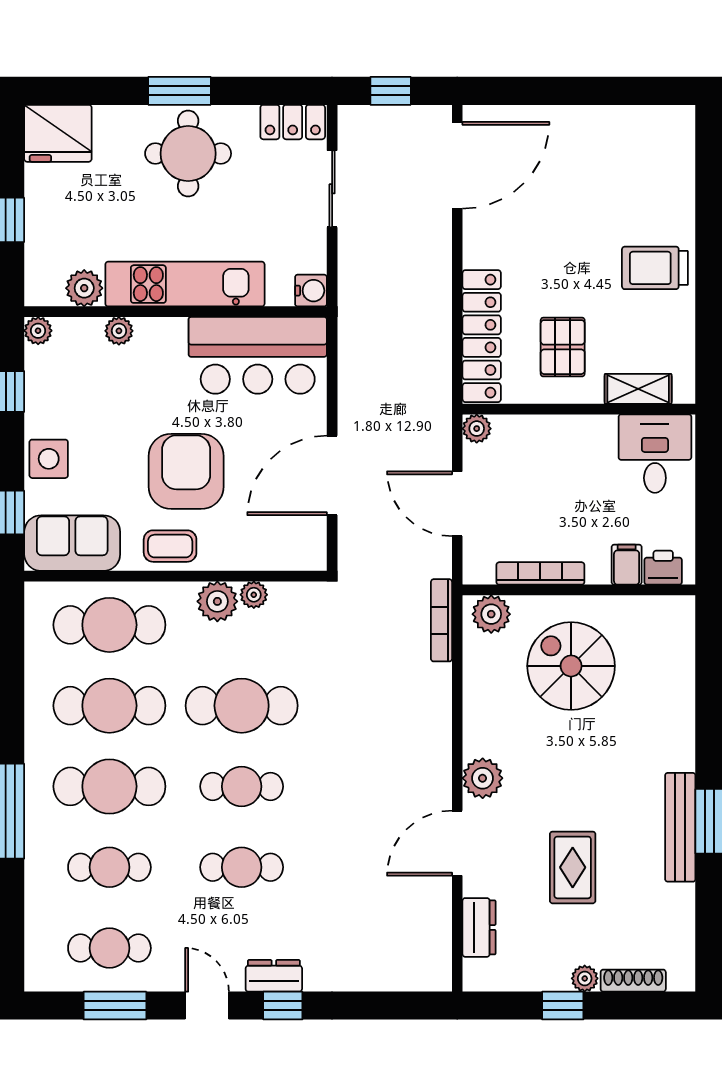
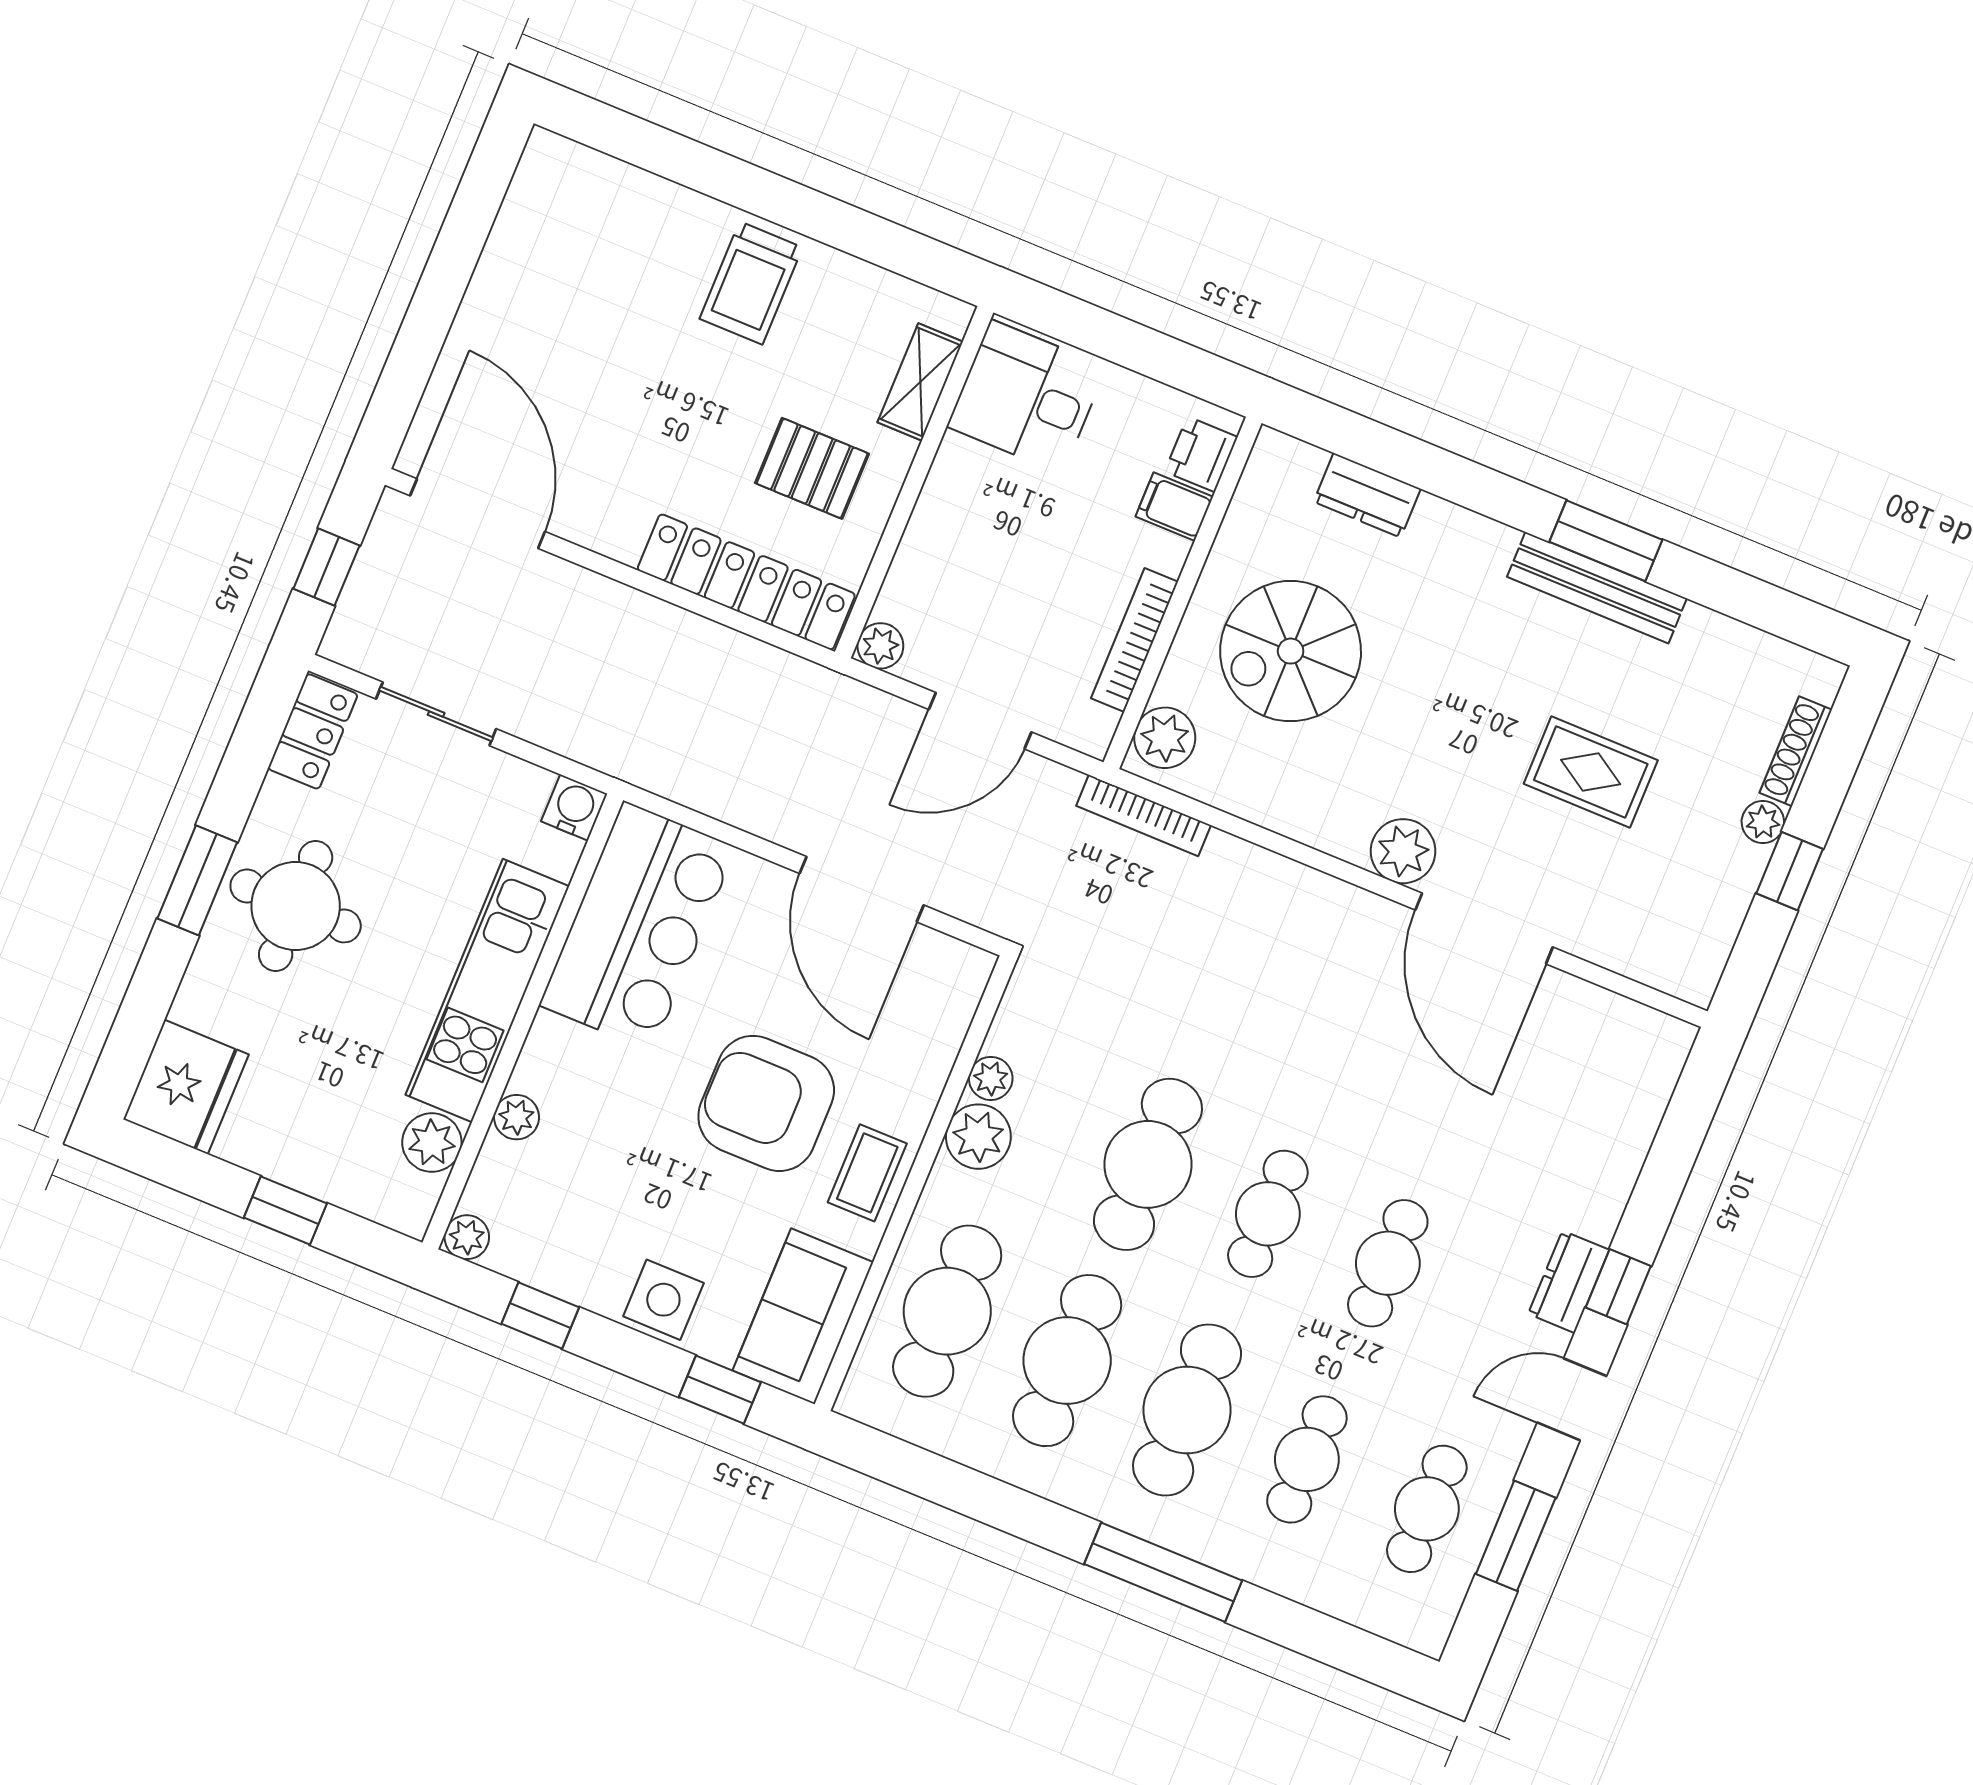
door: (457, 843) -> (1484, 928), width x1.36
dresser: (479, 927) -> (1367, 495), moved, turned 180

